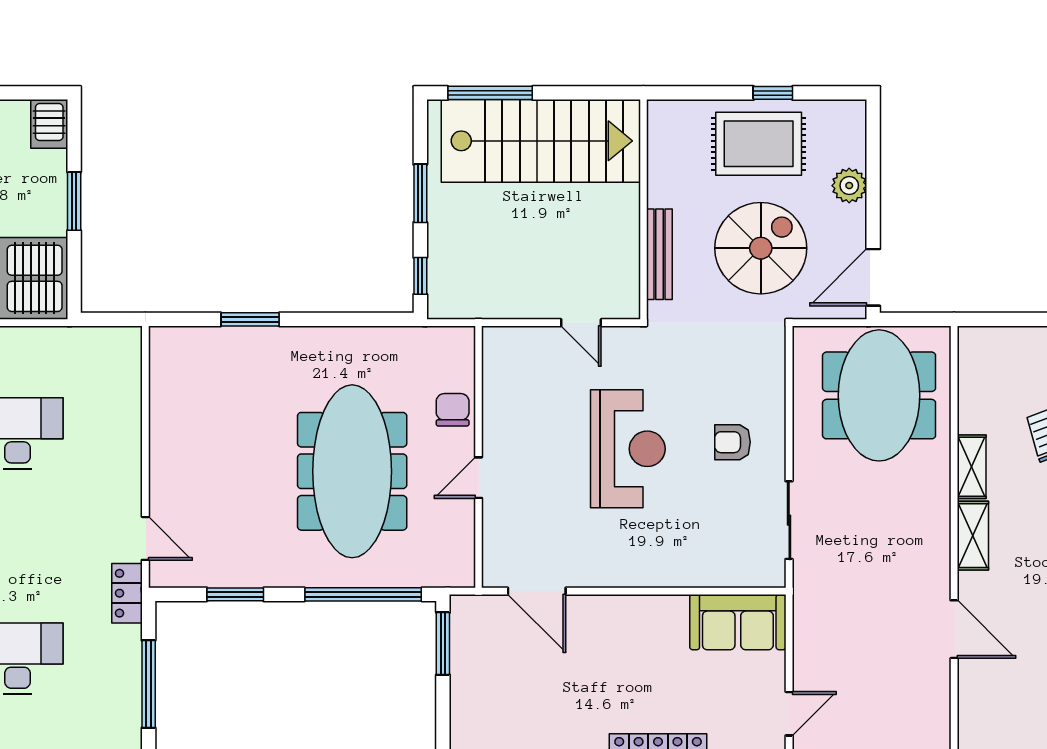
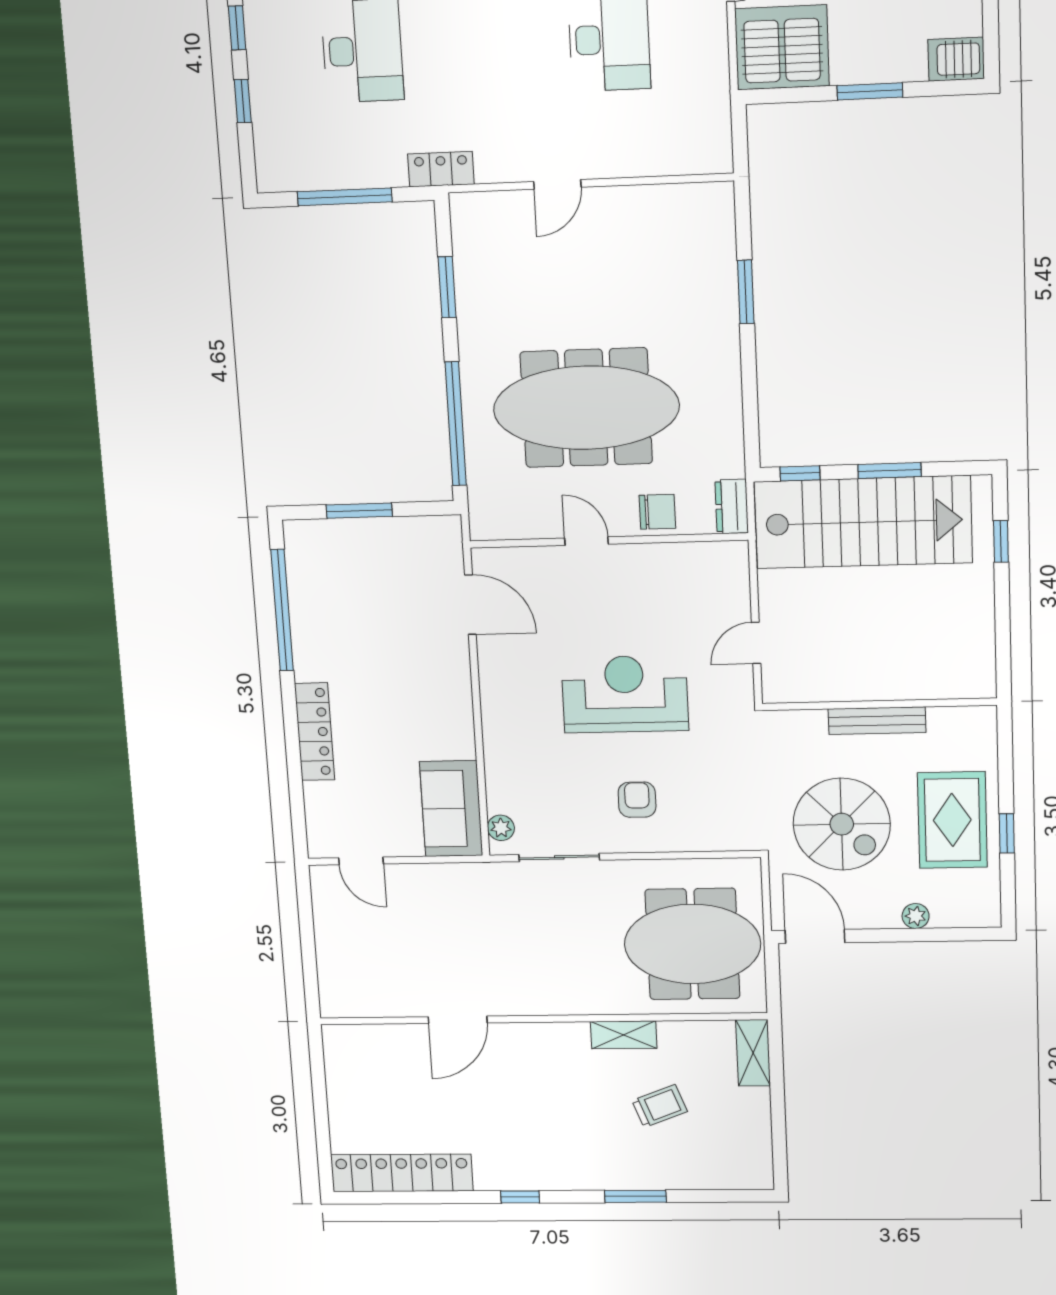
window: (490, 93) -> (1001, 541), width x0.46
stairs: (541, 141) -> (863, 522), moved, turned -90
plant: (849, 186) -> (916, 916), width x0.73, depth x0.73
bench: (659, 254) -> (877, 721), moved
dresser: (450, 340) -> (732, 506), added
reception desk: (628, 449) -> (625, 694), turned 180
shelving: (973, 536) -> (753, 1053), moved, turned 90
door: (145, 538) -> (557, 184), moved
plant: (758, 575) -> (501, 828), added
door: (537, 591) -> (470, 605), swing flipped
window: (443, 644) -> (359, 511), moved

